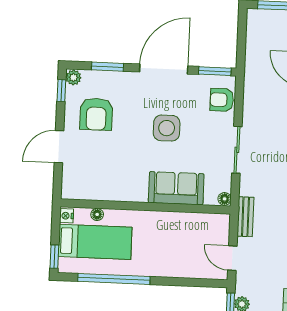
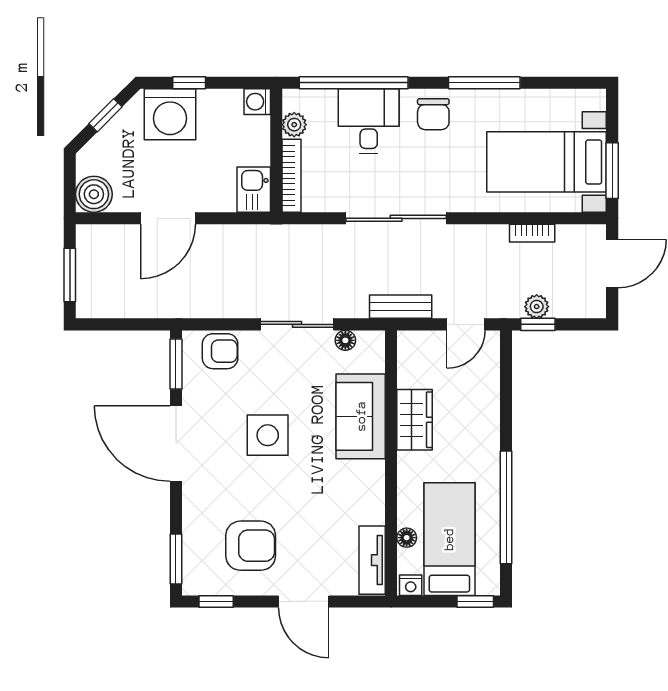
window: (107, 67) -> (176, 559), moved
plant: (73, 77) -> (195, 583), removed
armchair: (222, 100) -> (220, 351), turned -90
tv unit: (84, 192) -> (372, 560), added
floor lamp: (225, 199) -> (345, 340), moved
wardrobe: (173, 223) -> (415, 420), added

